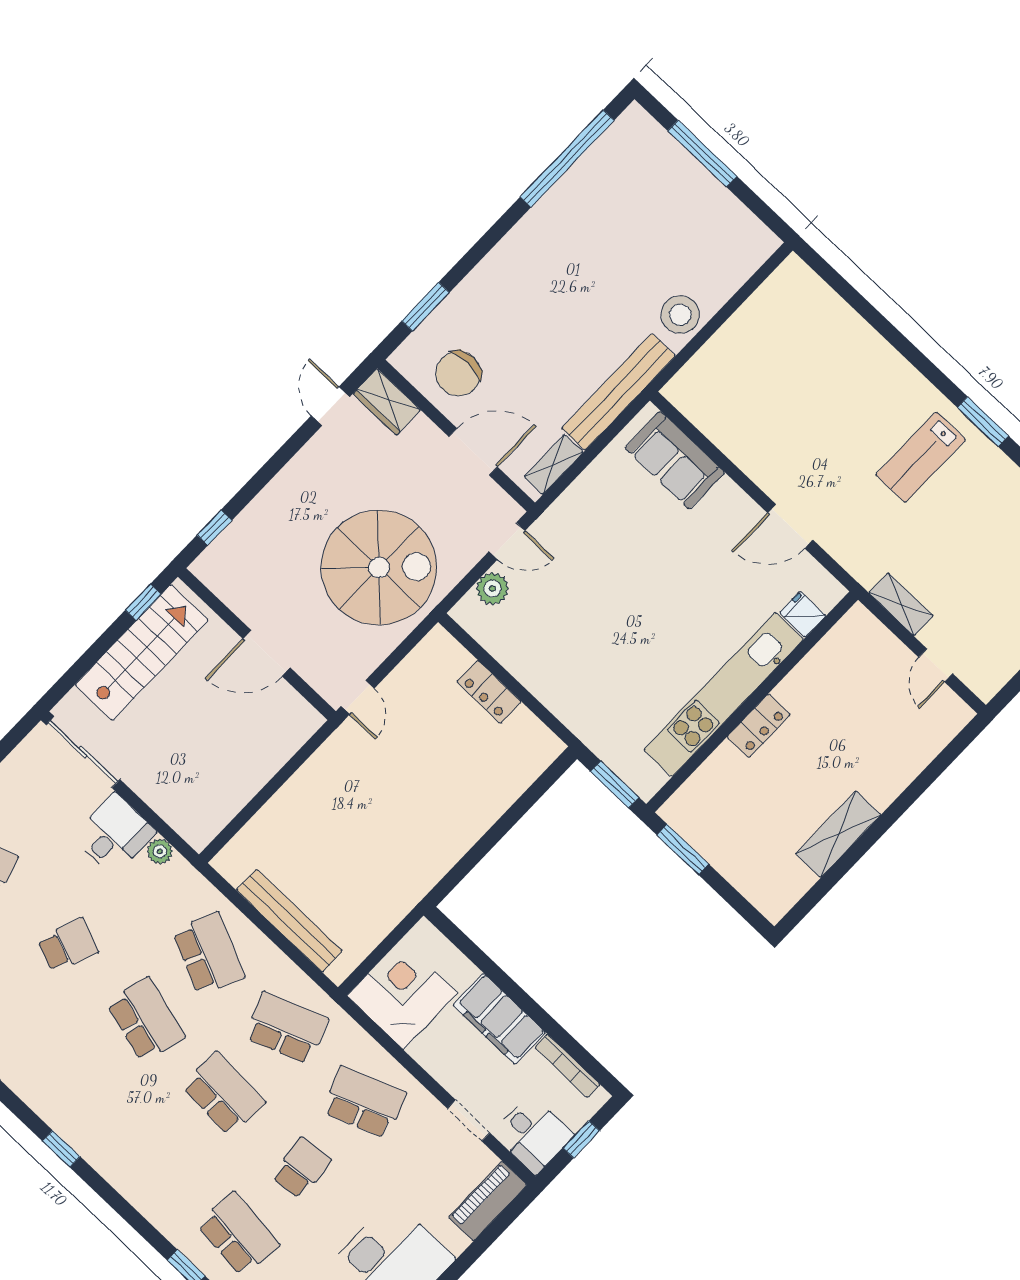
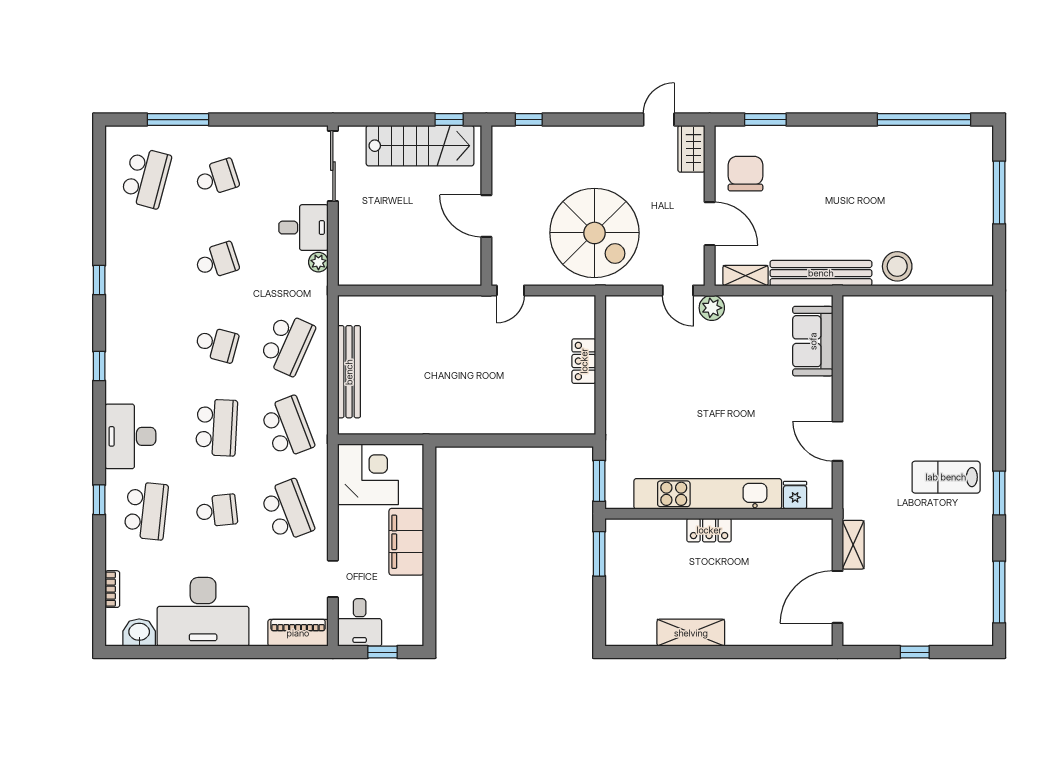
chair: (458, 374) -> (745, 174), turned 90
plant: (492, 589) -> (712, 308), moved
door: (936, 665) -> (838, 597), width x1.88
school desk: (68, 945) -> (217, 261), turned -39
school desk: (146, 1020) -> (217, 344), width x0.54
bookcase: (568, 1066) -> (416, 605), removed
desk: (155, 1182) -> (130, 436), added

